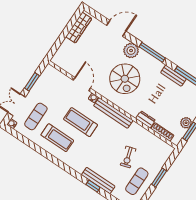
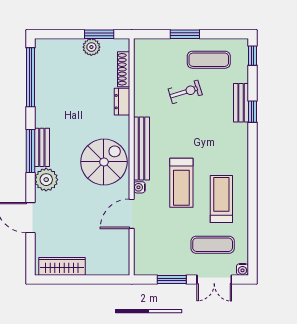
bench: (173, 76) -> (42, 147), moved
spiral stairs: (125, 79) -> (104, 162), moved
bench: (98, 181) -> (241, 103), width x0.73

